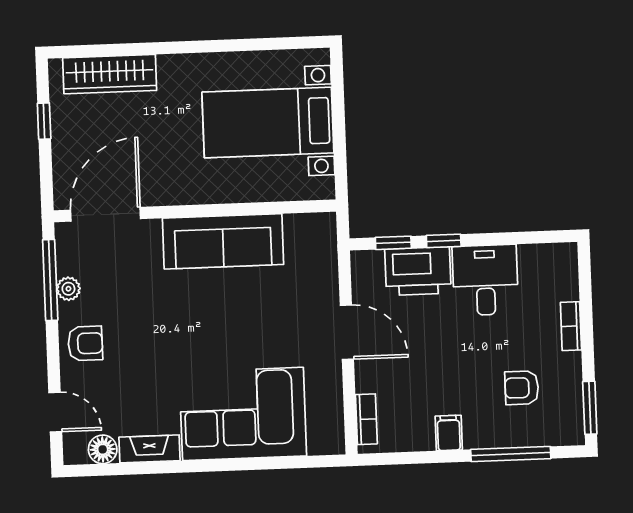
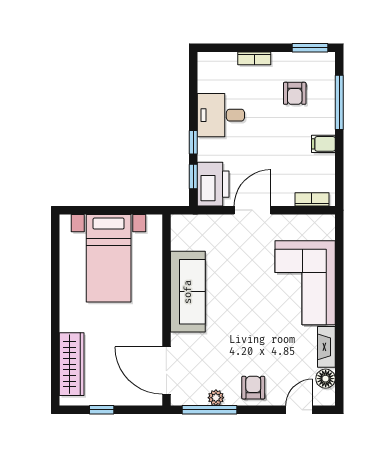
printer: (418, 271) -> (213, 184), moved

